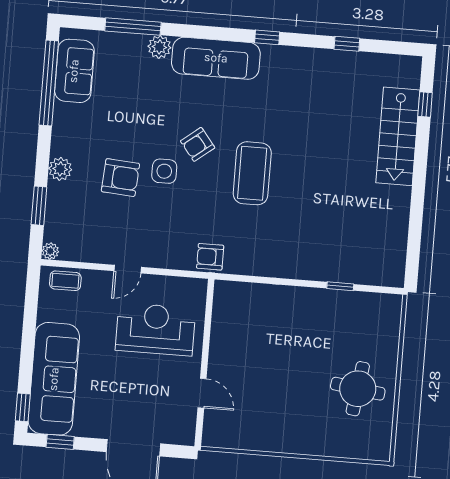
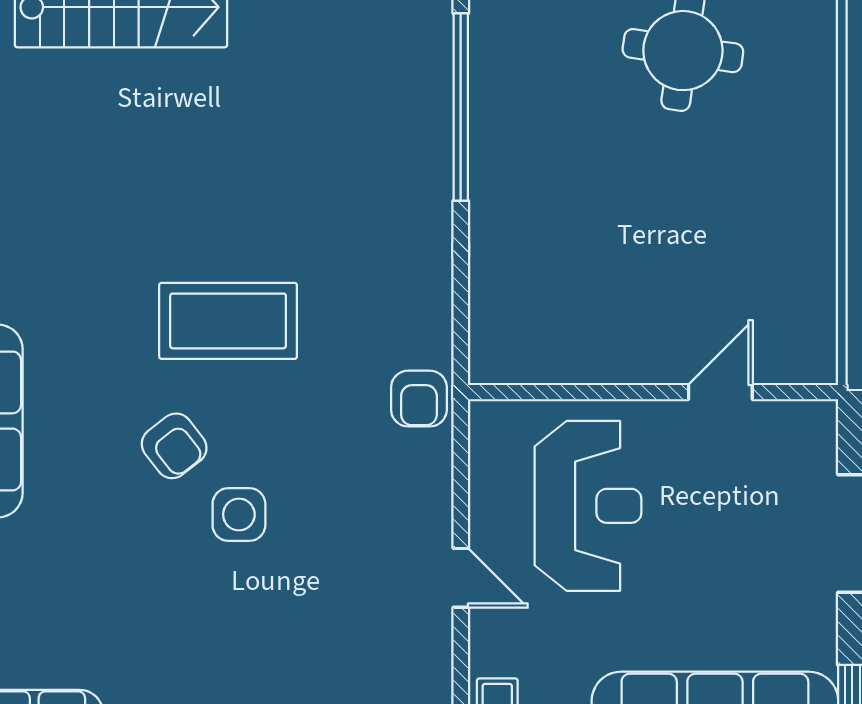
armchair: (120, 178) -> (261, 610), removed
window: (340, 286) -> (461, 107), width x3.17
reception desk: (155, 329) -> (588, 506), turned 180

